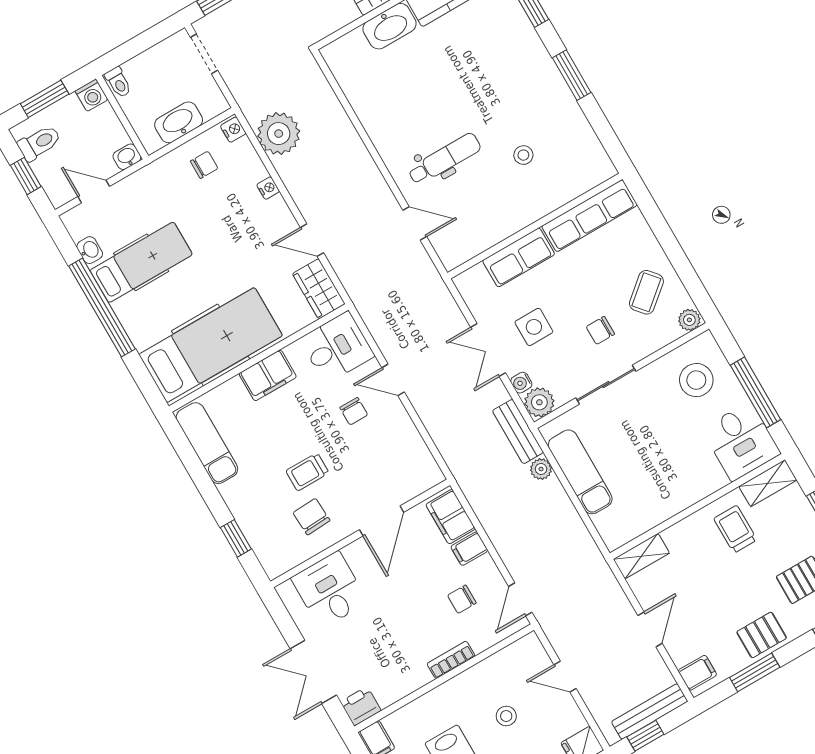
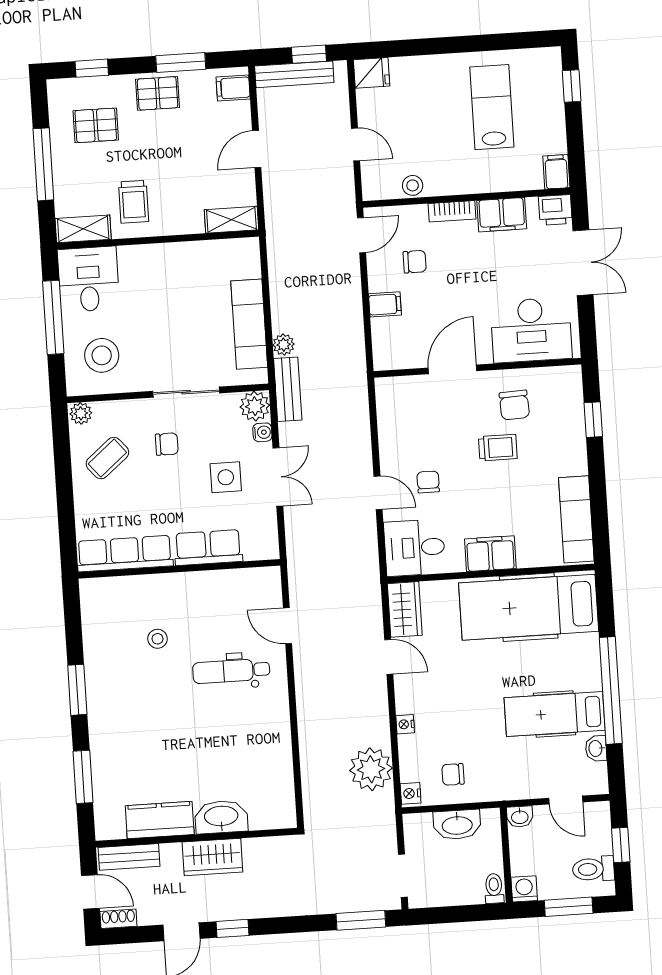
filing cabinet: (451, 517) -> (502, 215), moved, turned 90
desk: (329, 590) -> (531, 330), width x1.37
stool: (506, 716) -> (413, 185), moved

